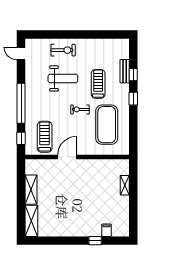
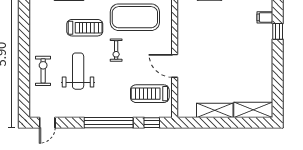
treadmill: (98, 84) -> (85, 28), turned 180

